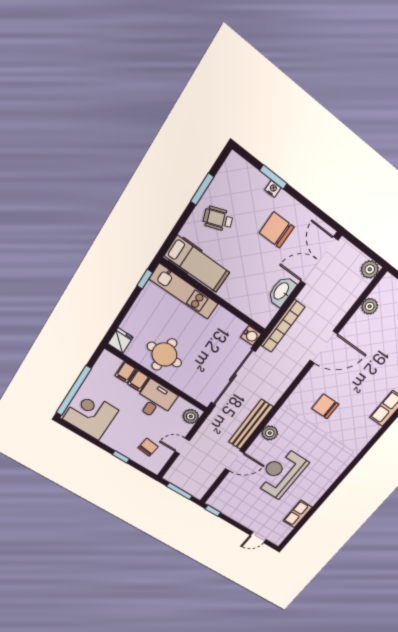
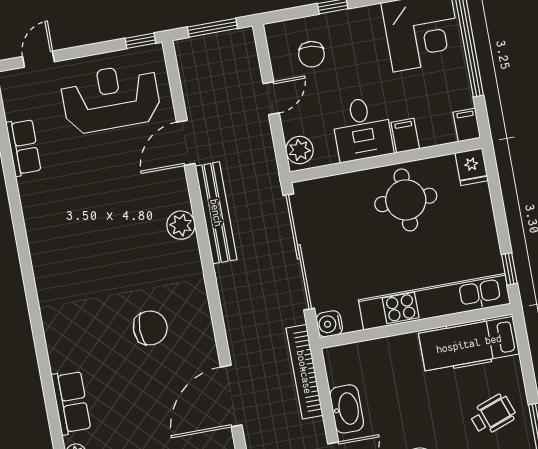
kitchen unit: (184, 292) -> (434, 302), width x1.36
filing cabinet: (126, 372) -> (467, 125), moved
reception desk: (281, 473) -> (111, 98), moved, turned -90

